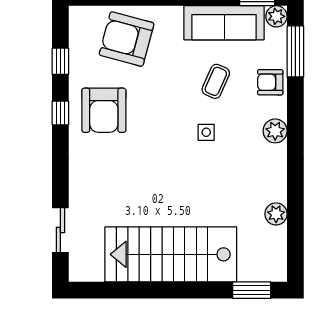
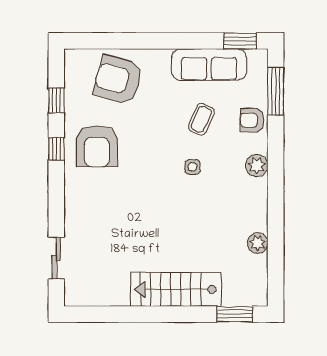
plant: (276, 16) -> (258, 59), removed
stairs: (171, 254) -> (176, 289), width x0.73, depth x0.66

